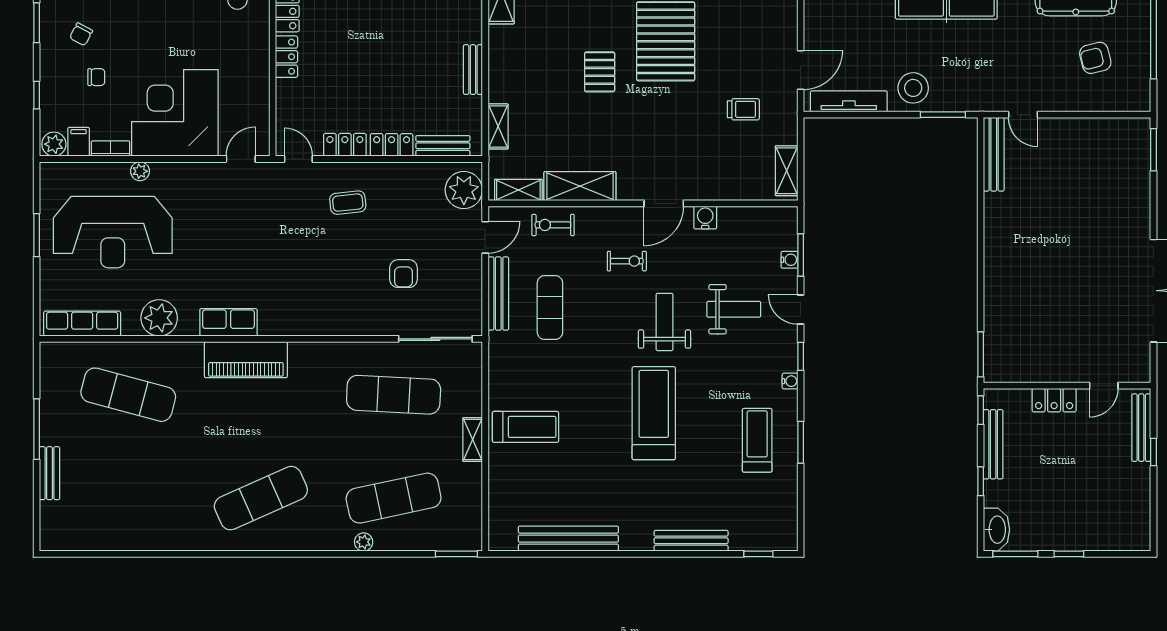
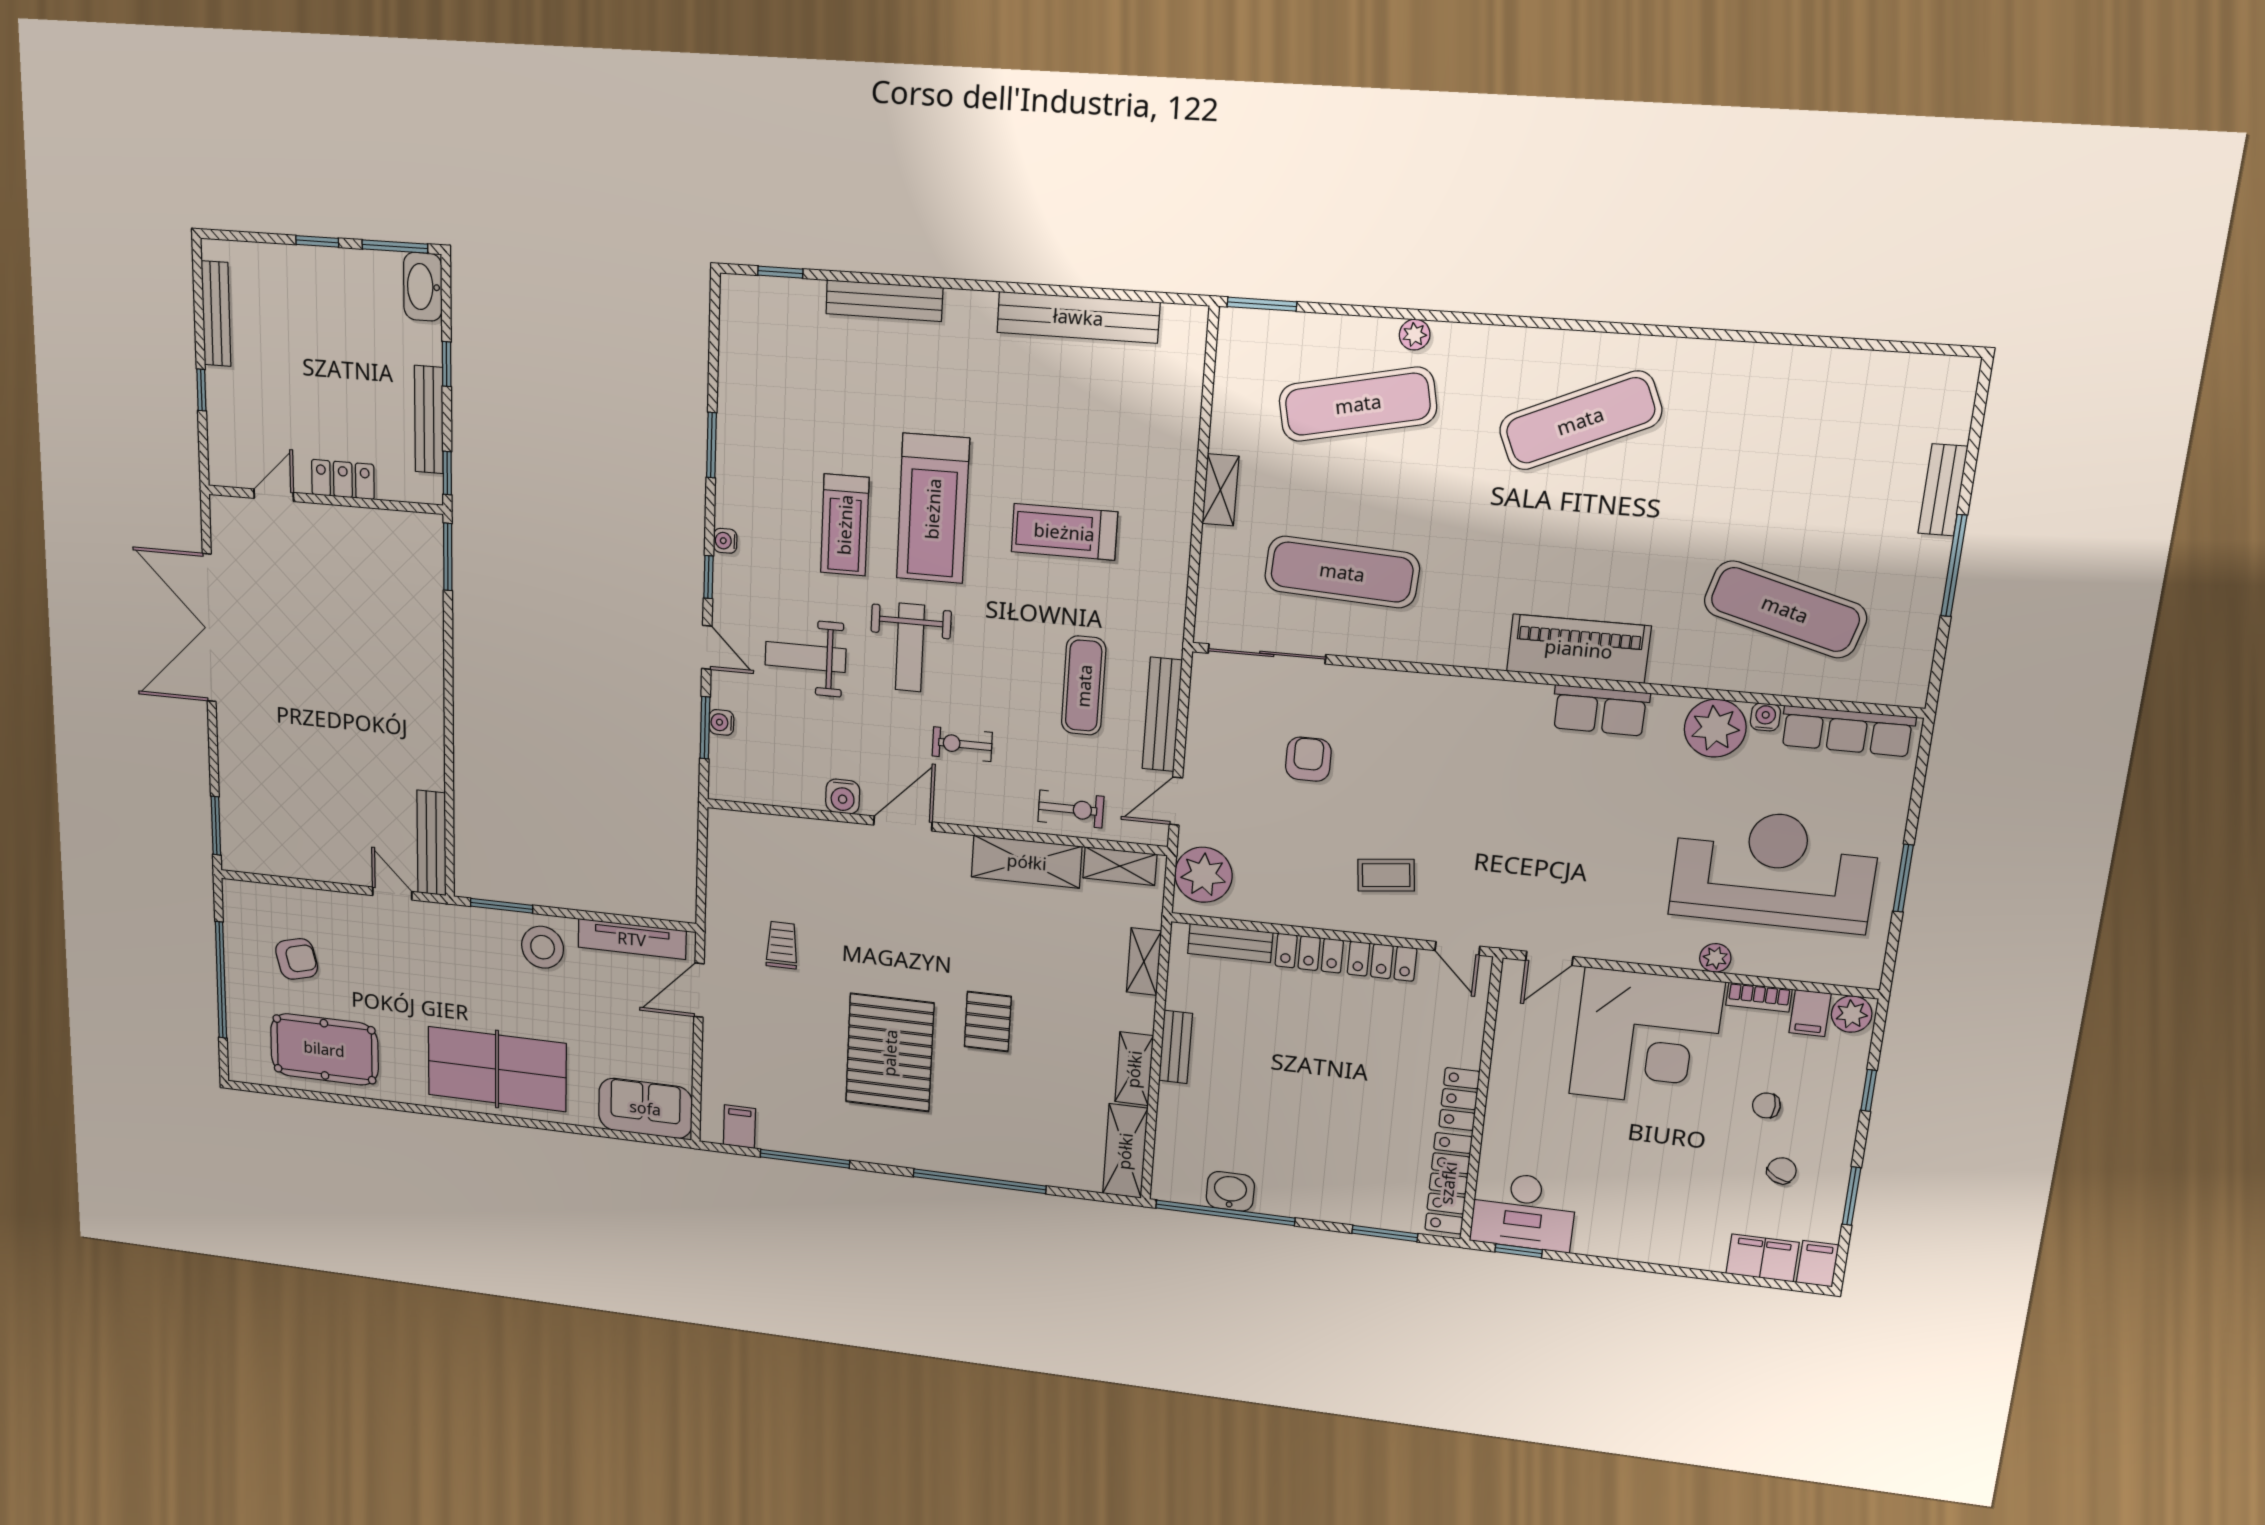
trolley: (743, 109) -> (782, 945), turned 90
shelving: (787, 171) -> (1134, 1069), moved
water cooler: (131, 328) -> (1765, 717), added
treadmill: (525, 427) -> (1064, 532), moved
bench: (1141, 428) -> (216, 314), moved
treadmill: (757, 440) -> (845, 525), moved

